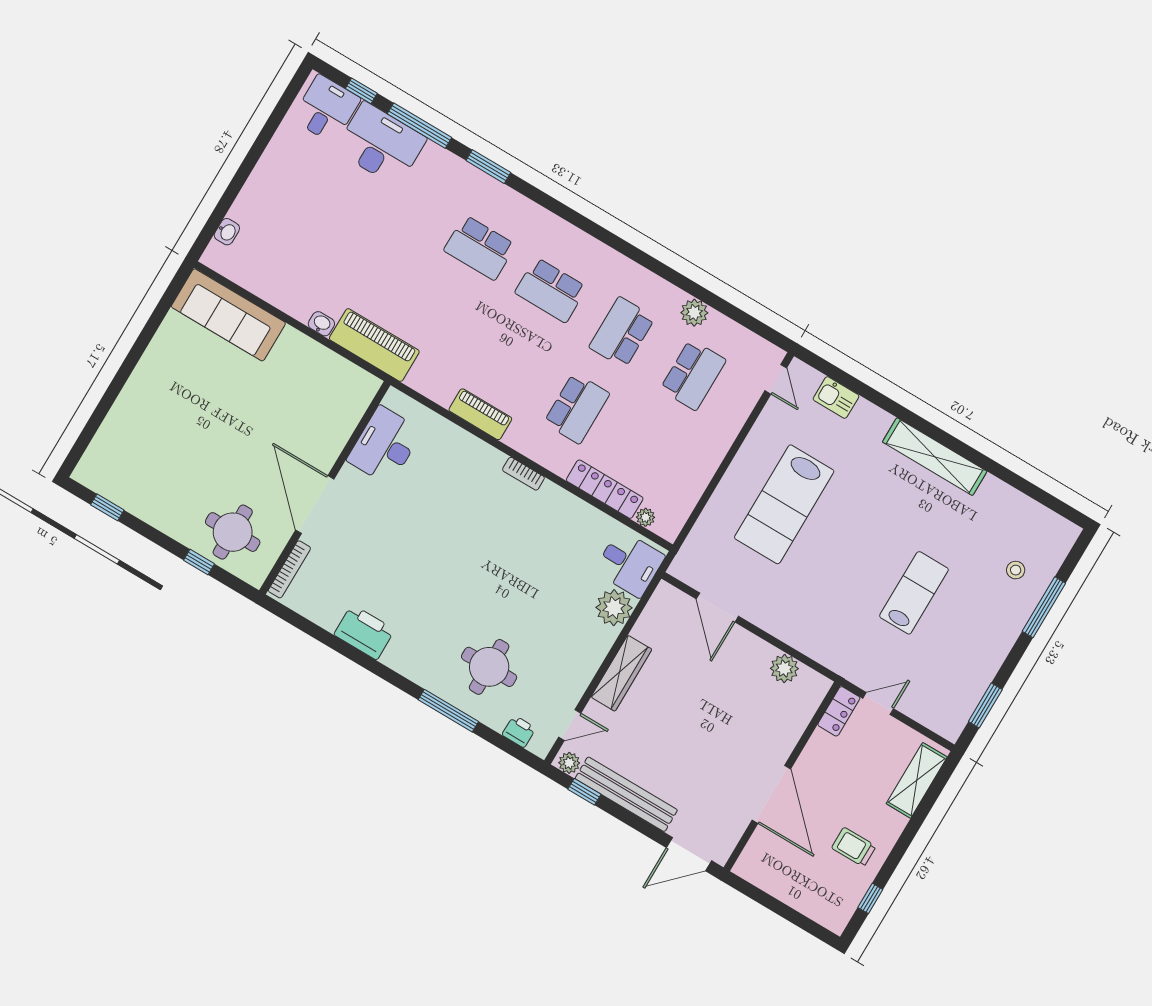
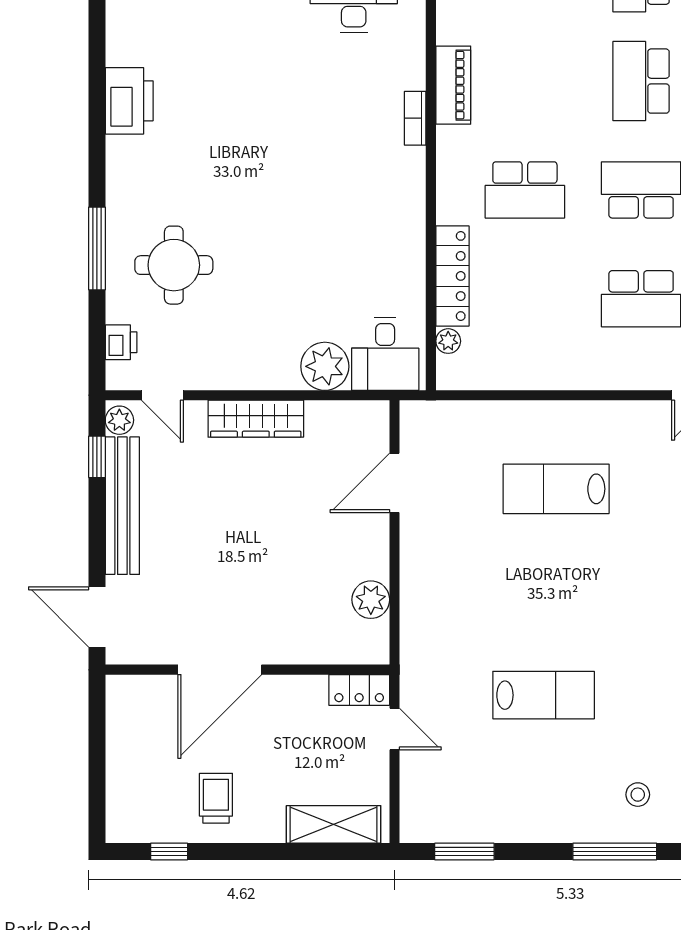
bookcase: (523, 474) -> (415, 118), moved
lab bench: (784, 504) -> (556, 489), width x0.73, depth x0.72

